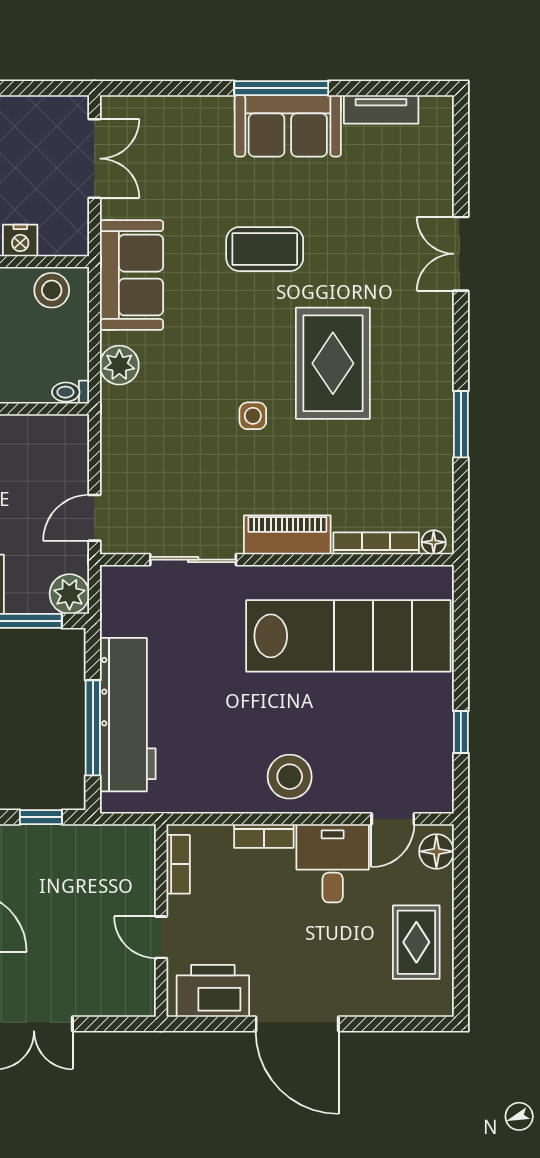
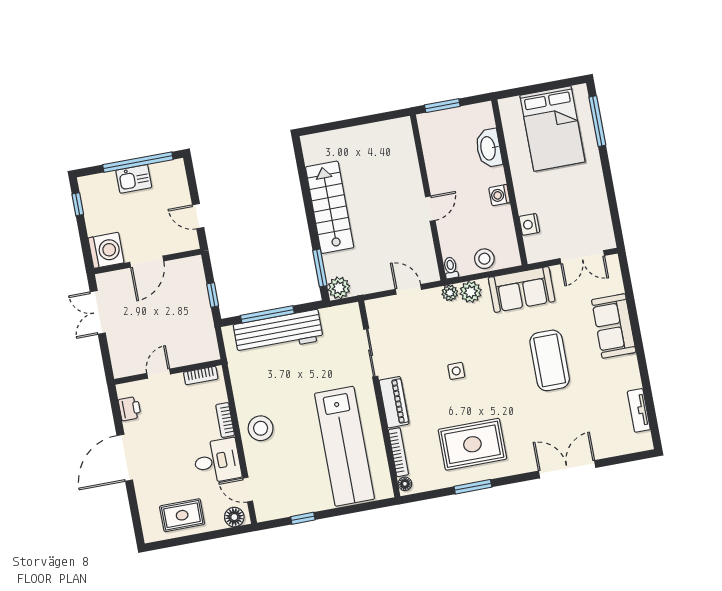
window: (281, 88) -> (640, 353), removed
sofa: (288, 126) -> (614, 326), moved
coffee table: (265, 249) -> (550, 360), width x1.36, depth x1.32
double door: (461, 254) -> (567, 469), width x1.37
stool: (52, 290) -> (484, 259), moved
rug: (333, 363) -> (472, 444), moved
plant: (114, 402) -> (450, 293), added
door: (95, 518) -> (408, 289), moved
printer: (213, 991) -> (130, 409), width x0.53, depth x0.68

